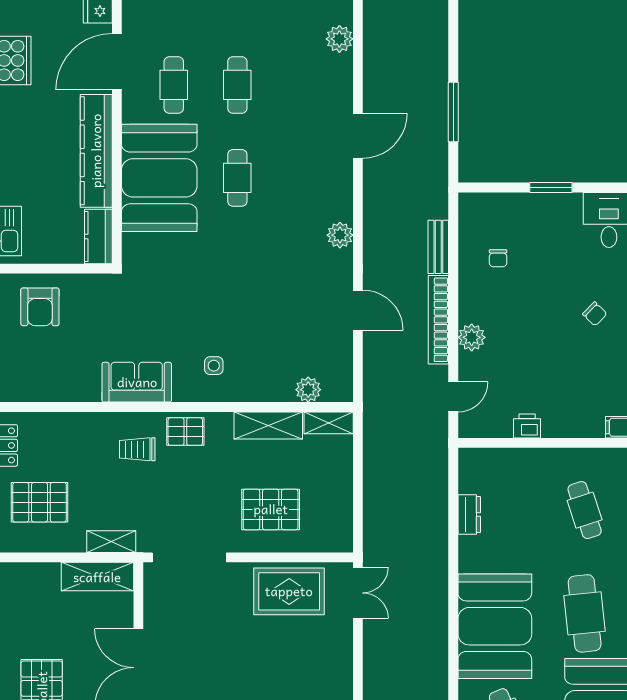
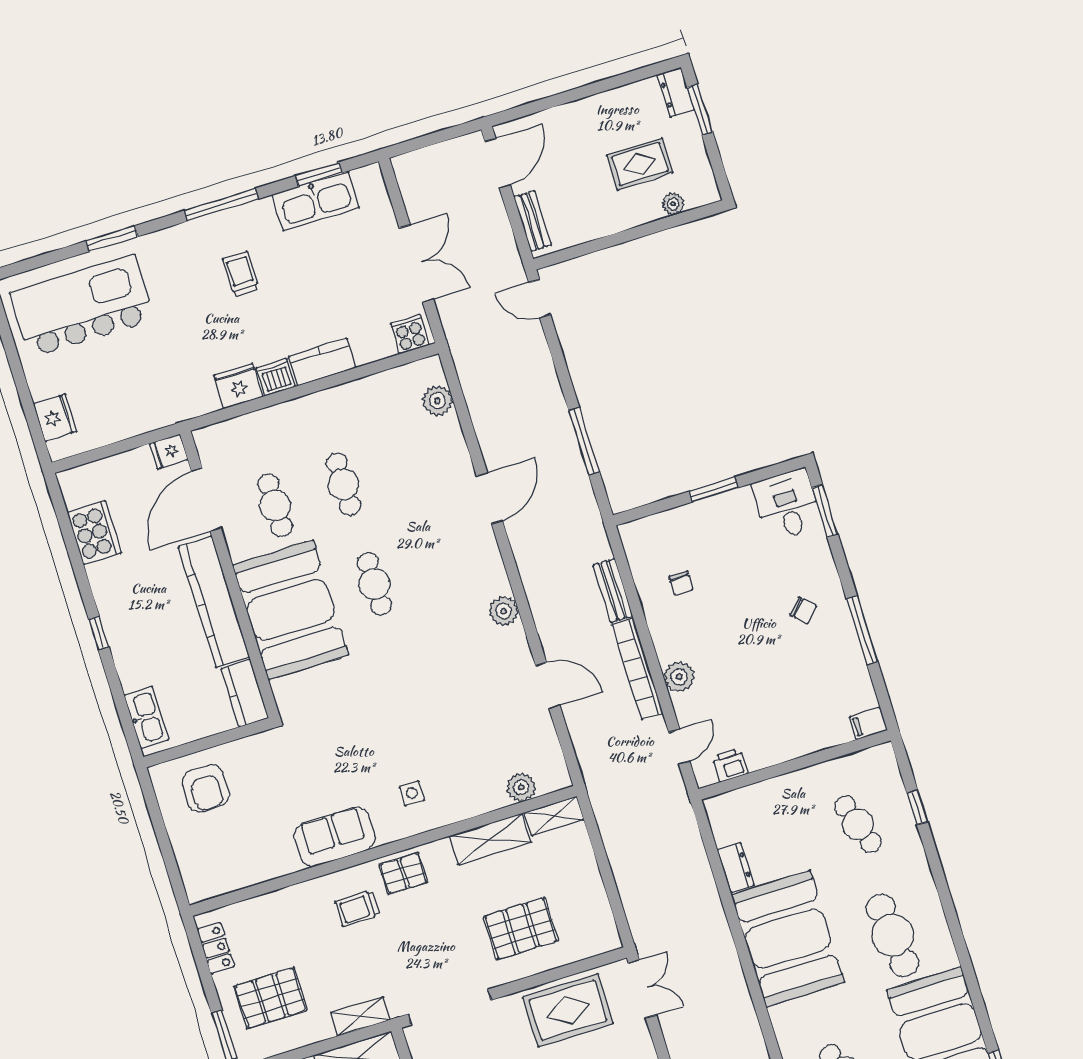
printer: (527, 426) -> (730, 765), moved
booth: (495, 626) -> (788, 939), moved

